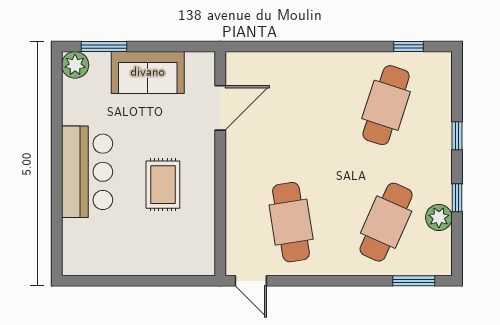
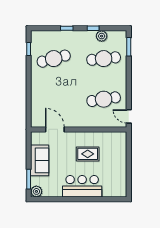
cafe table: (386, 105) -> (54, 59), turned -33
cafe table: (386, 222) -> (104, 59), turned -30
door: (251, 281) -> (129, 116), swing flipped

